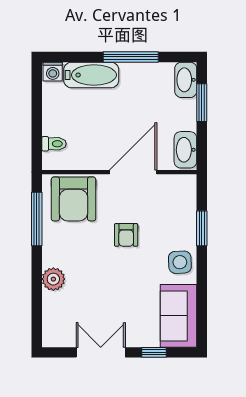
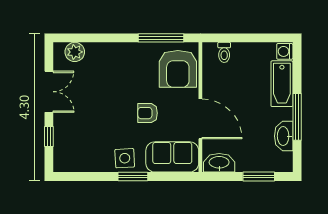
washbasin: (186, 80) -> (284, 136), moved, turned -90
armchair: (73, 199) -> (178, 69), turned -90
window: (202, 228) -> (133, 177), moved
plant: (53, 279) -> (75, 52), moved
sofa: (178, 316) -> (172, 157), moved

